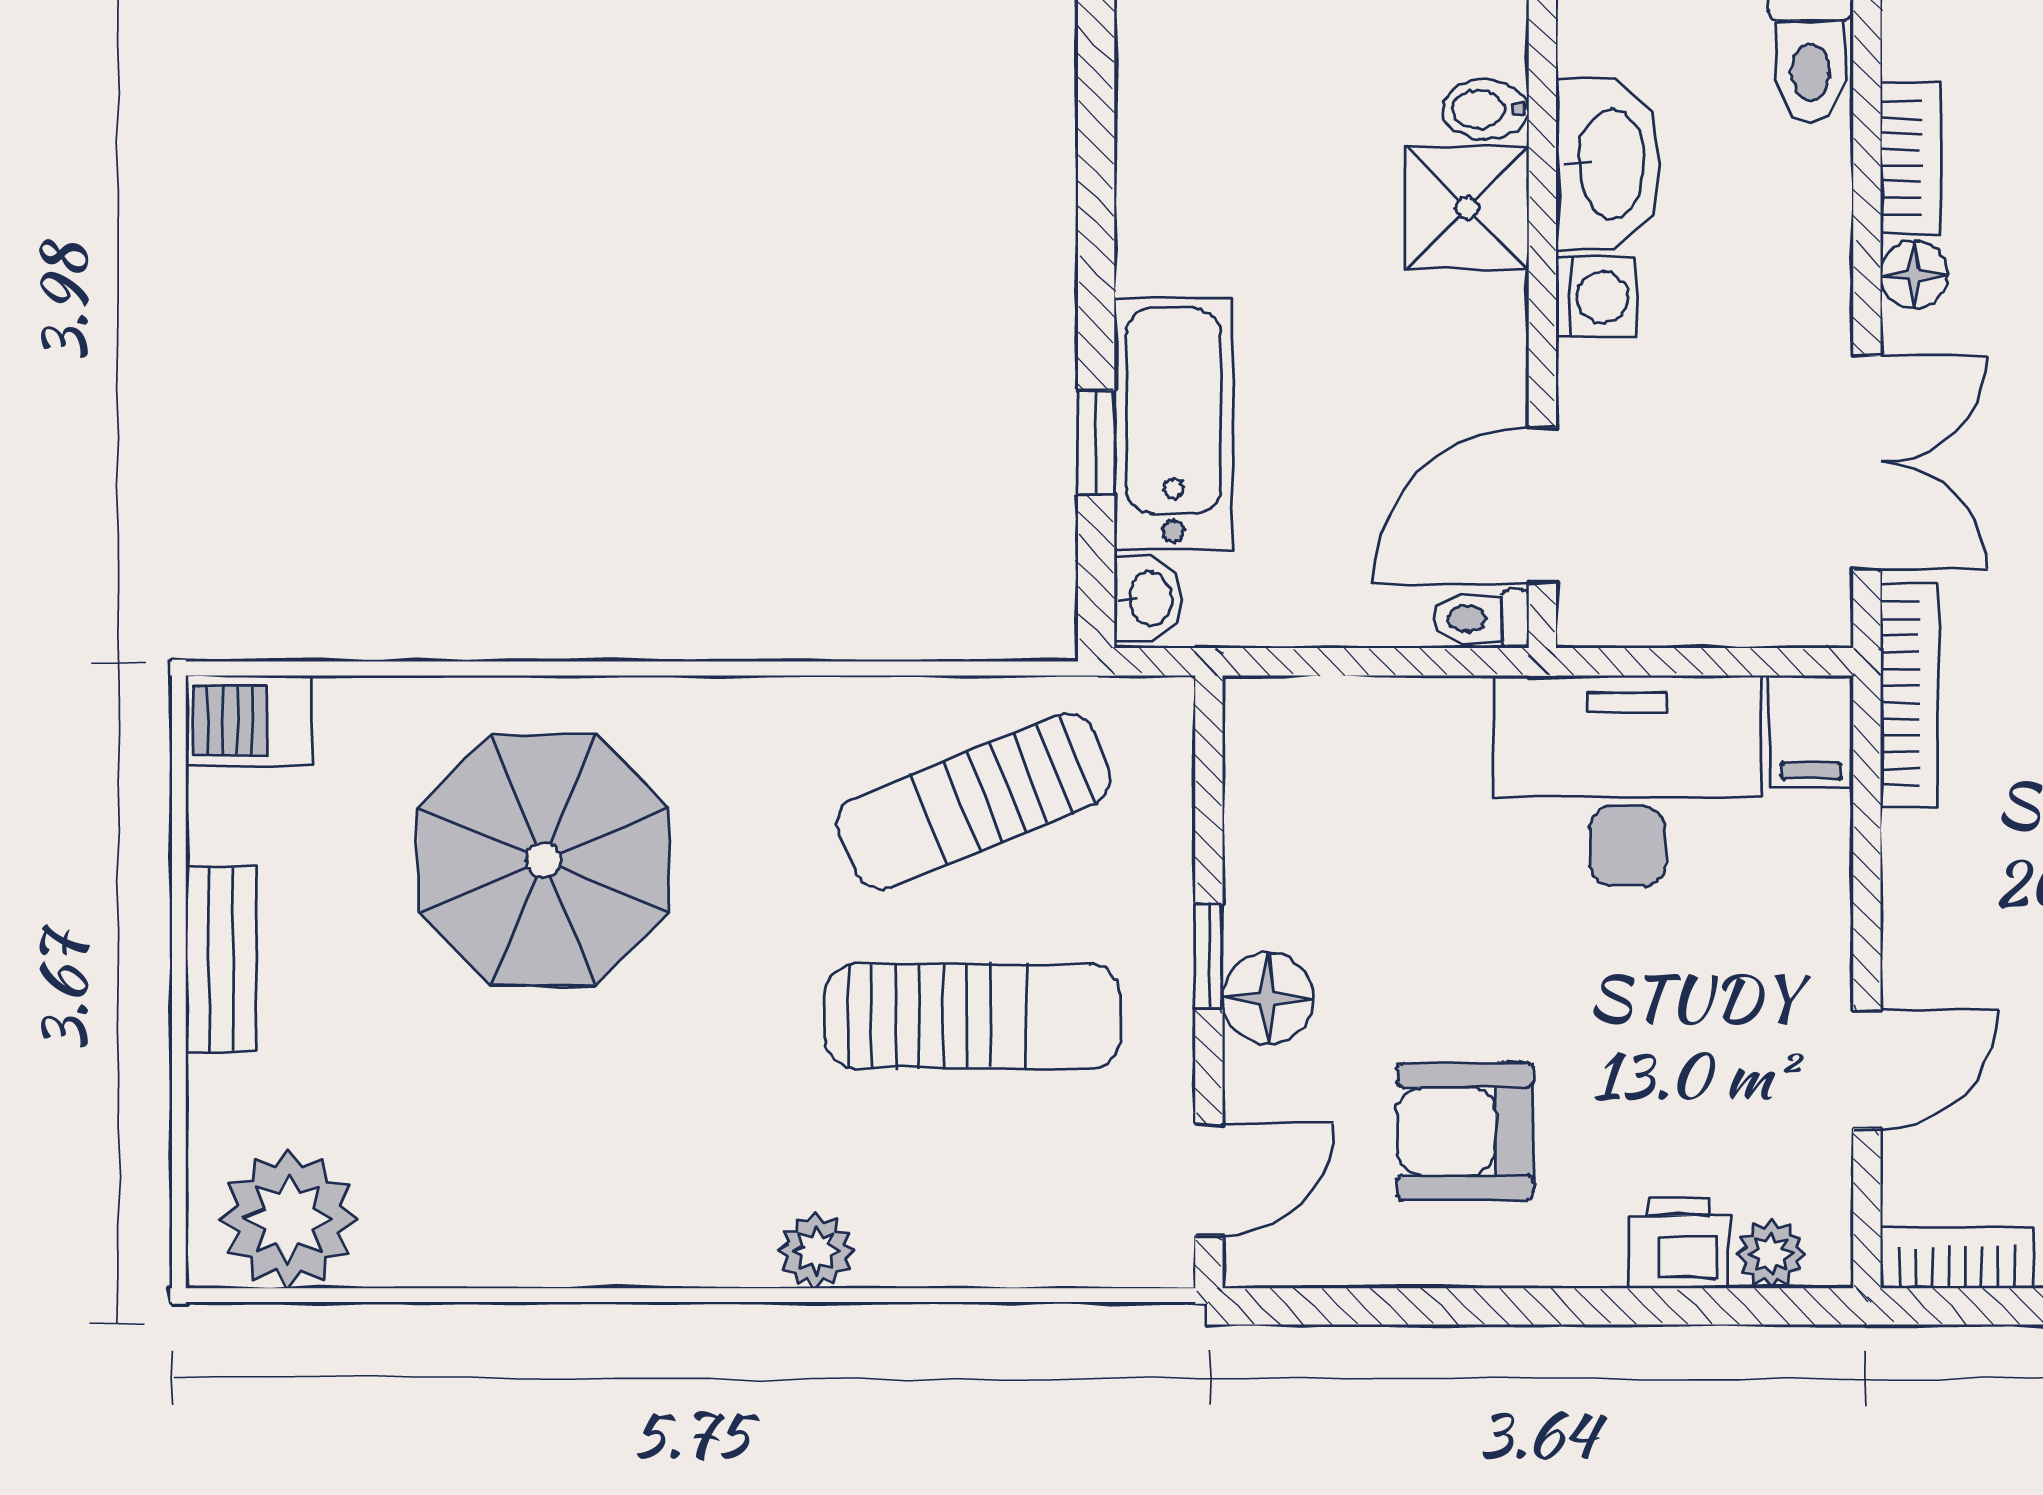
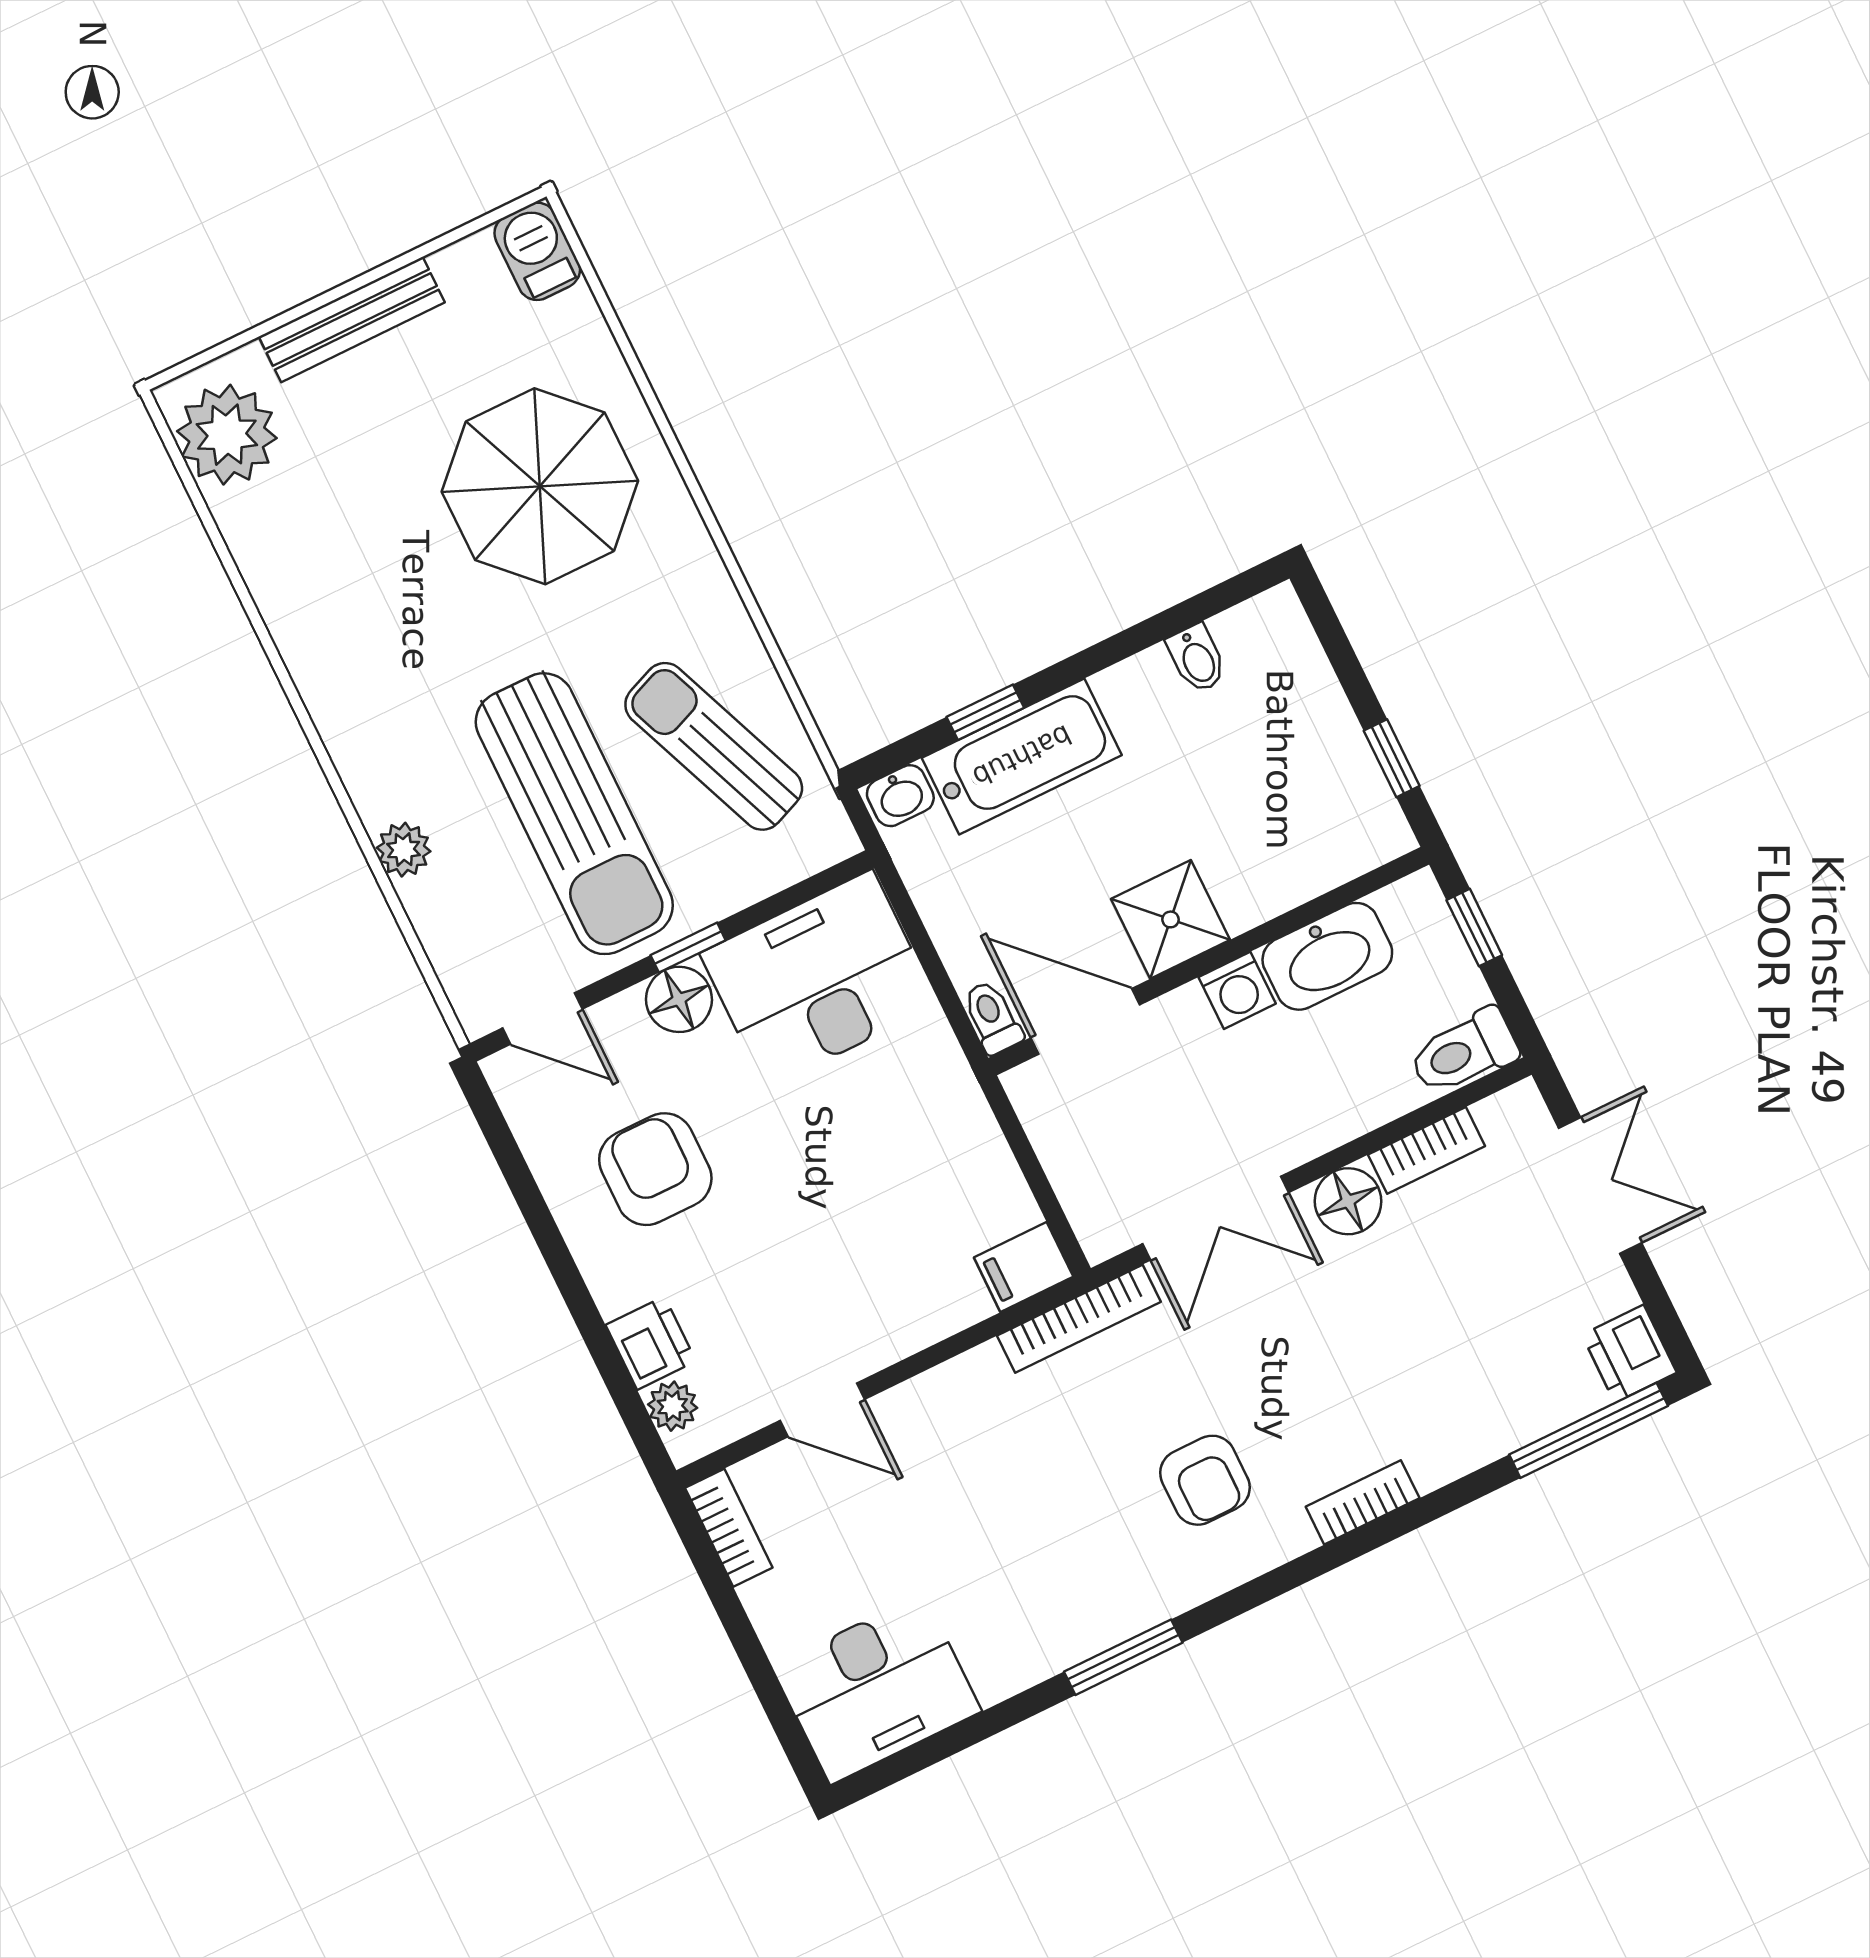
bidet: (1485, 109) -> (1197, 659), moved, turned 180
shower: (1467, 208) -> (1170, 919), moved
floor lamp: (1914, 274) -> (1348, 1201), width x1.37, depth x1.37
desk: (1628, 781) -> (819, 979), moved, turned -90
bench: (221, 959) -> (352, 319), width x1.36
sun lounger: (973, 1016) -> (574, 814), width x1.36, depth x1.34
plant: (816, 1251) -> (404, 850), moved

